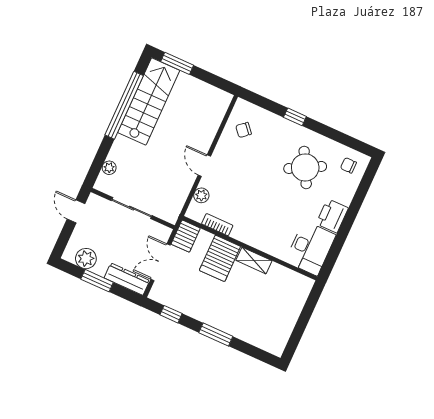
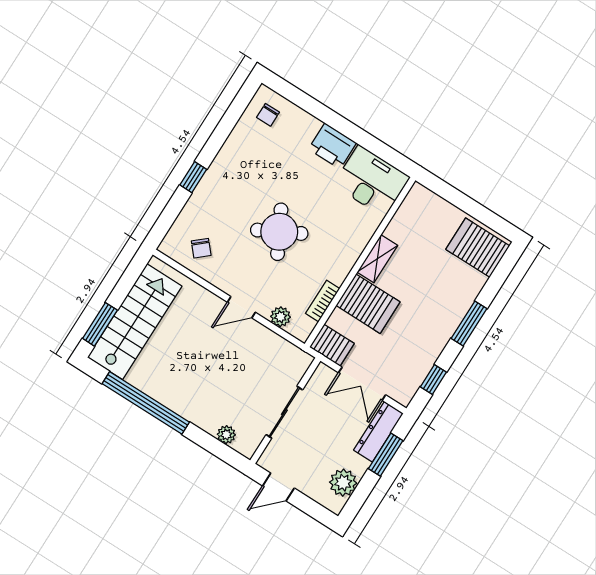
stairs: (149, 102) -> (135, 322), moved, turned 90
round table: (305, 167) -> (279, 232), moved
window: (97, 281) -> (386, 455), moved
server rack: (273, 333) -> (478, 248), added

